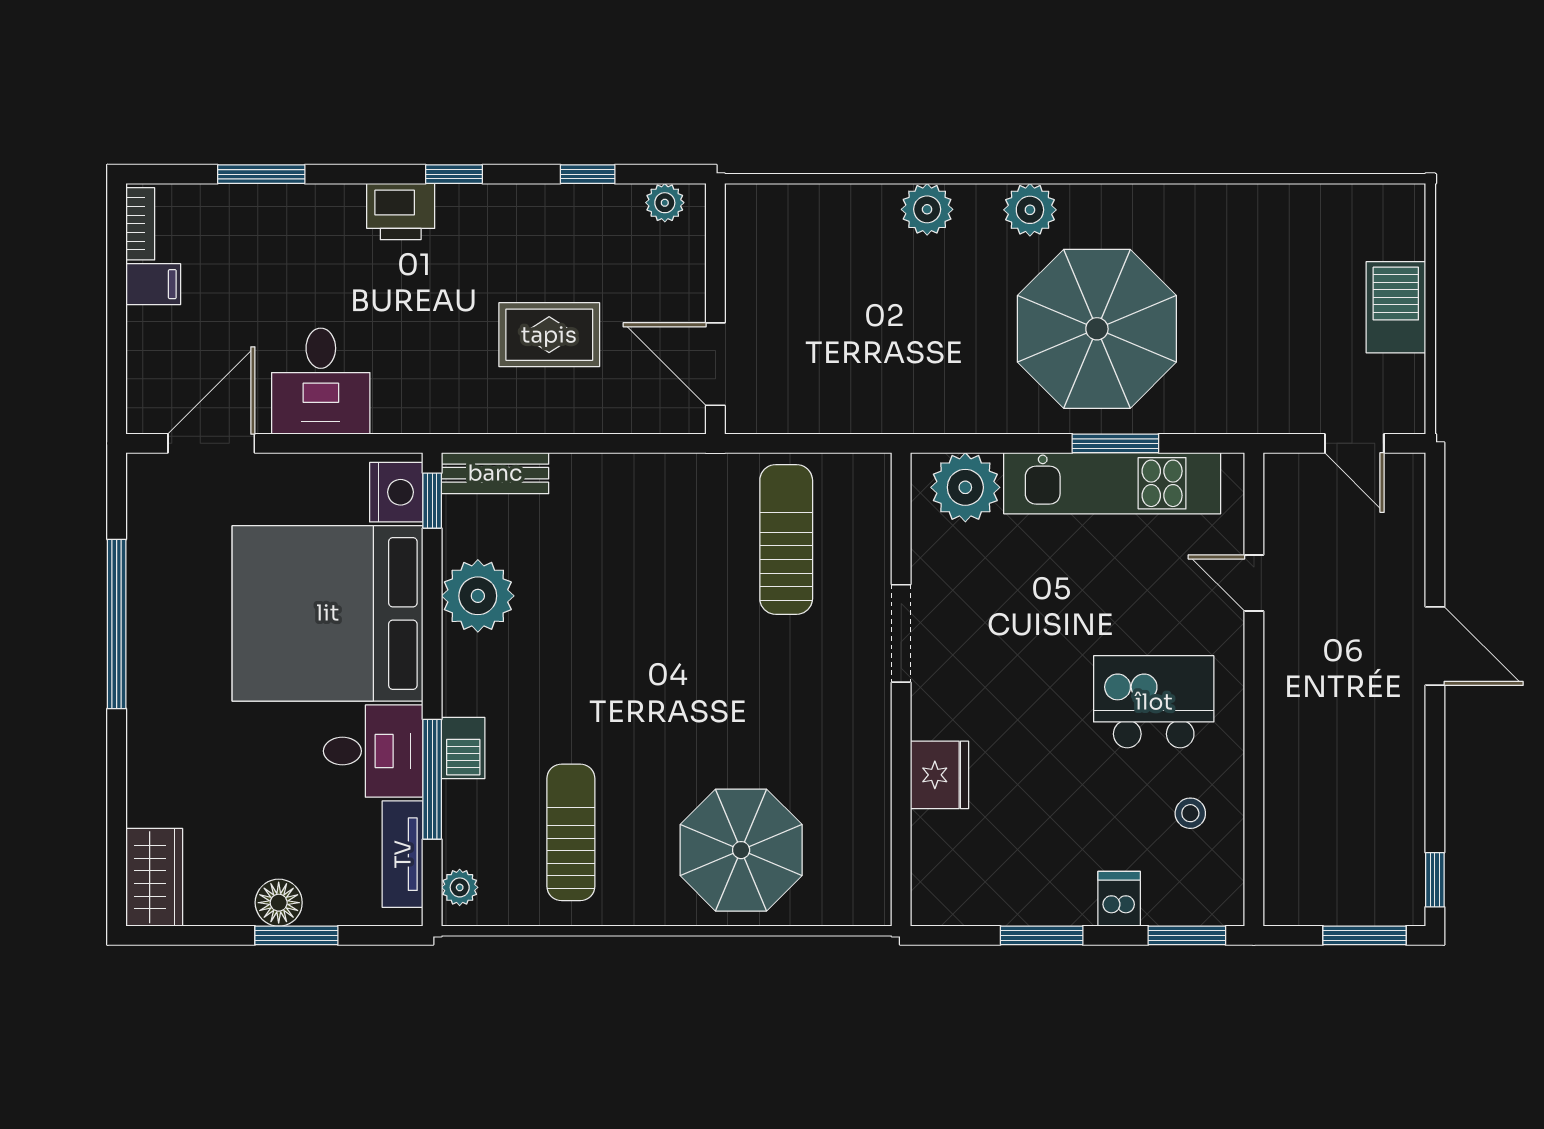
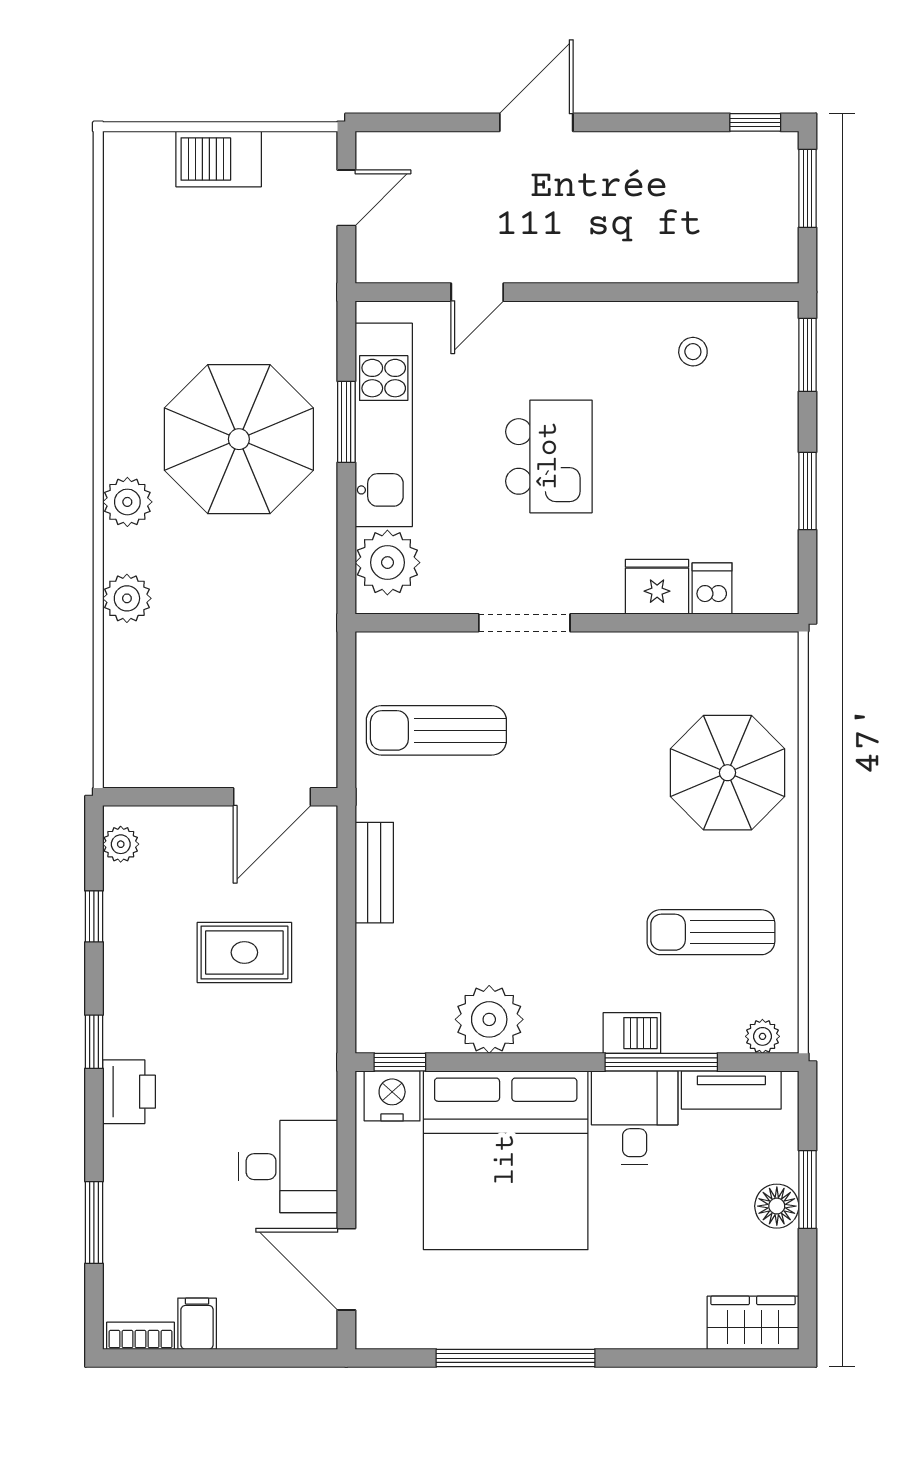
rug: (549, 335) -> (244, 952), turned 90
bench: (495, 473) -> (374, 873), moved
kitchen island: (1154, 702) -> (549, 456), moved, turned 180
dishwasher: (1119, 899) -> (712, 588), moved, turned 90

